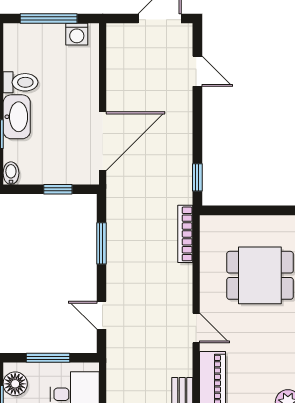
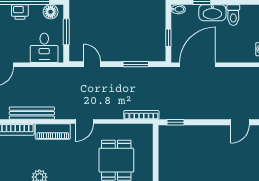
door: (103, 141) -> (198, 65), swing flipped
door: (101, 315) -> (92, 64), hinge flipped

